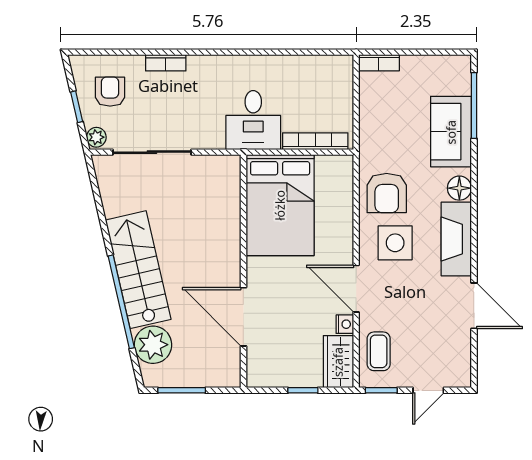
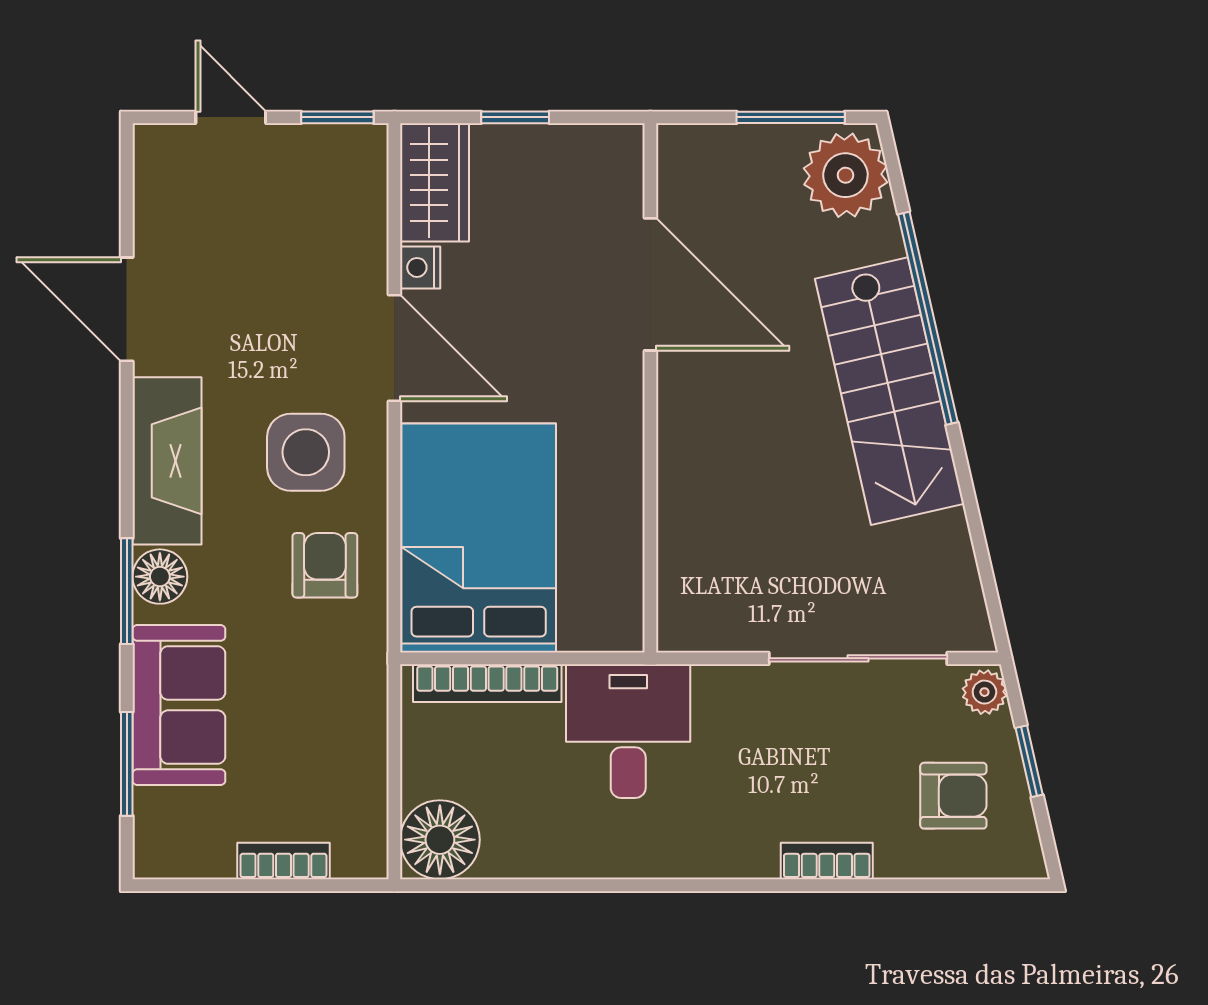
bookcase: (379, 63) -> (283, 861), moved
floor lamp: (336, 72) -> (440, 840), added
armchair: (110, 92) -> (953, 796), turned -90
window: (474, 106) -> (127, 764), width x0.69
window: (474, 182) -> (127, 591), added
armchair: (387, 193) -> (325, 565), width x0.72, depth x0.72
bed: (280, 205) -> (479, 538), moved
plant: (153, 345) -> (845, 175), moved
coffee table: (379, 351) -> (343, 206), removed
door: (428, 390) -> (231, 117), hinge flipped

